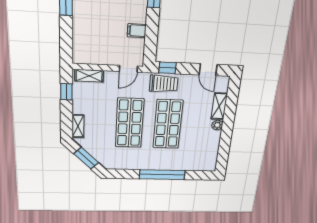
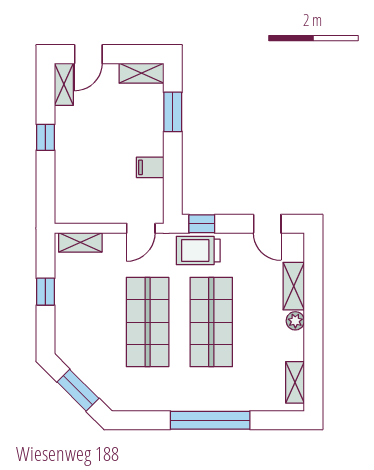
trolley: (164, 84) -> (198, 251), turned 180
window: (66, 92) -> (45, 292), moved
shelving: (78, 126) -> (295, 382), moved

